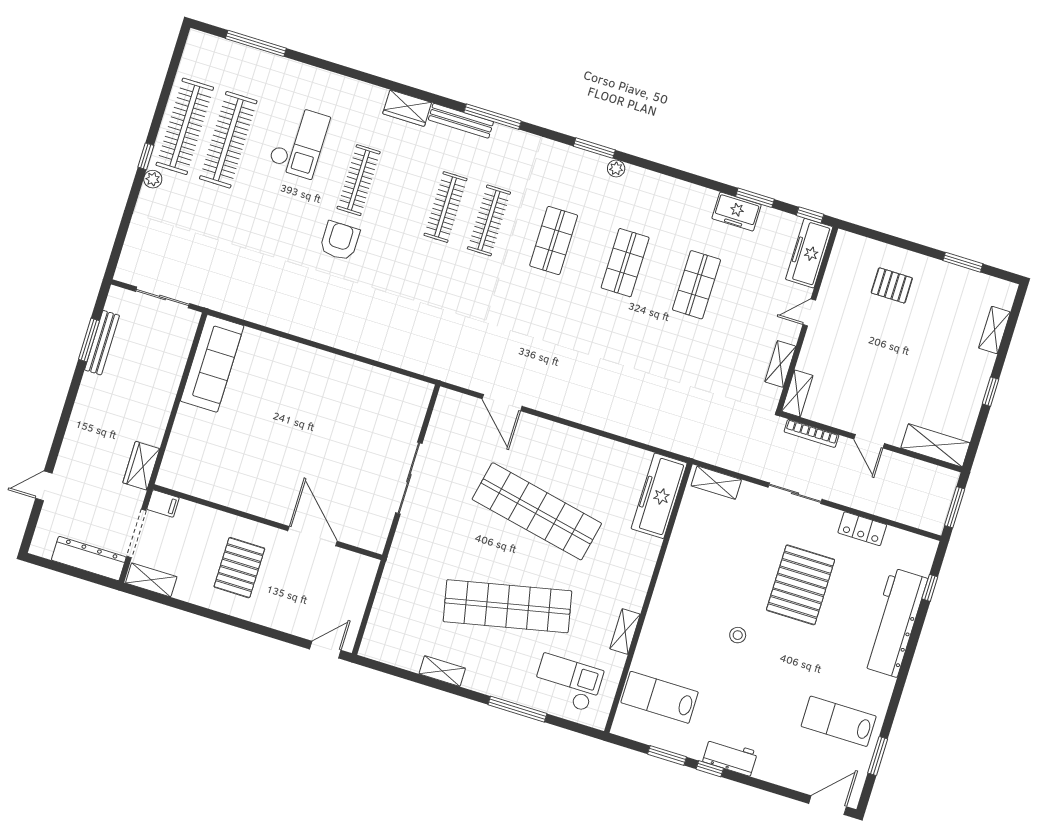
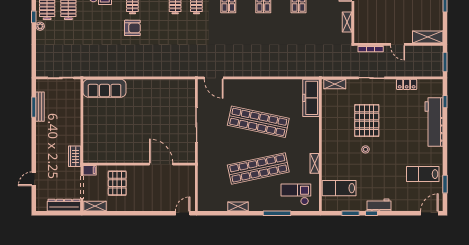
armchair: (340, 241) -> (132, 28), turned 90
sofa: (212, 363) -> (104, 88), moved, turned 90
shelving: (797, 393) -> (359, 33), removed
door: (502, 403) -> (214, 78), moved
pallet: (239, 568) -> (117, 183), moved
pallet: (801, 585) -> (367, 121), moved

